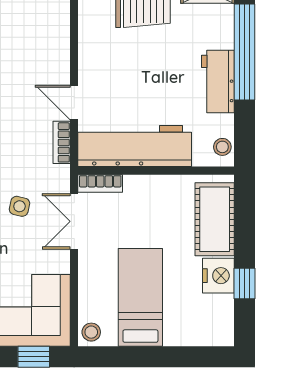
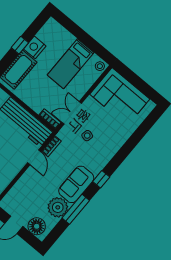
double door: (74, 221) -> (72, 113), swing flipped
window: (245, 283) -> (20, 45), moved
window: (34, 357) -> (129, 75), removed

